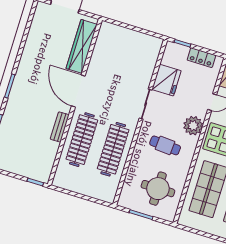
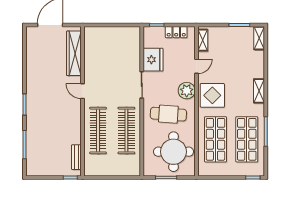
door: (78, 91) -> (83, 91), width x0.53
bench: (60, 127) -> (76, 157), moved
cafe table: (165, 145) -> (168, 114), width x1.37, depth x1.35
round table: (158, 189) -> (173, 152), width x1.36, depth x1.36

